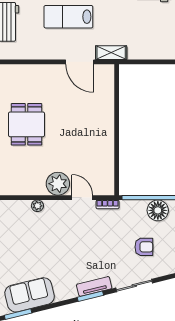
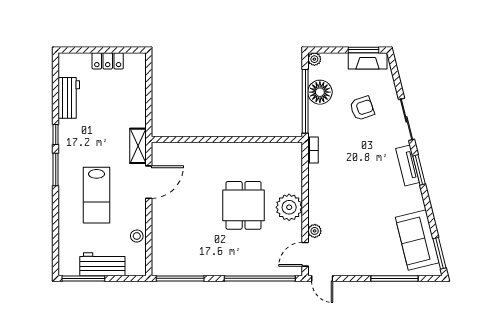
stool: (33, 52) -> (137, 236), added
dining table: (27, 124) -> (244, 205), moved, turned 90
door: (82, 198) -> (305, 254), moved
armchair: (144, 247) -> (362, 108), turned 71

